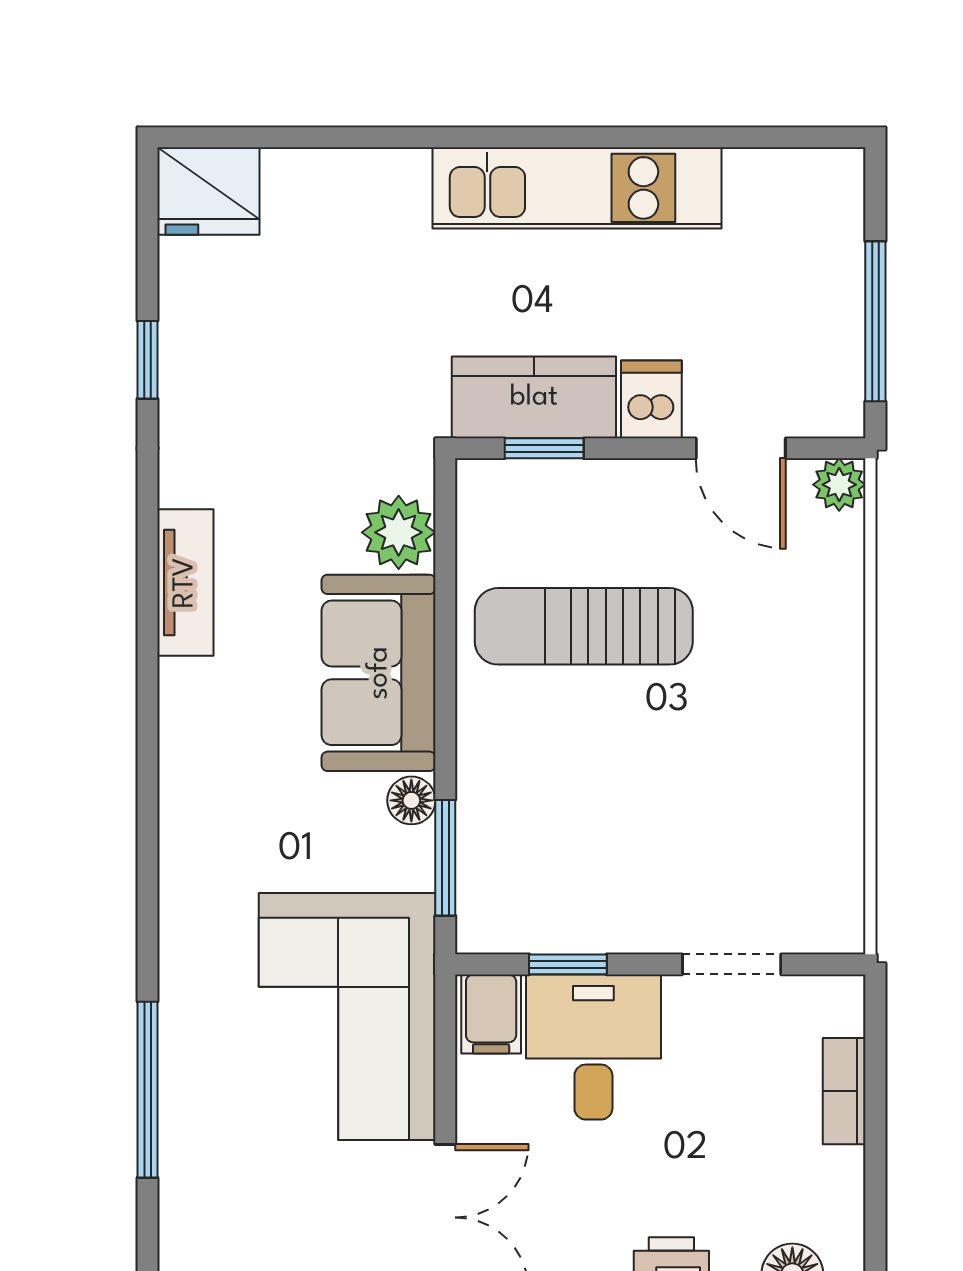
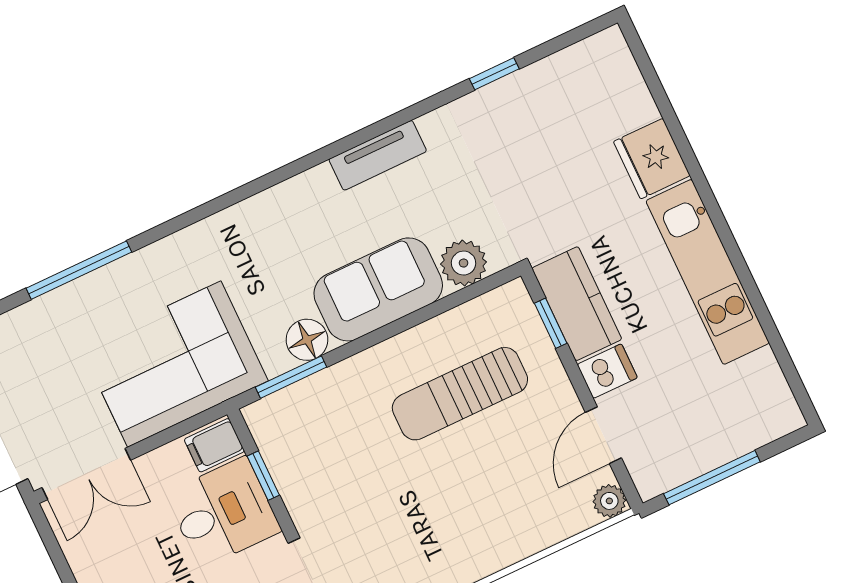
fridge: (208, 191) -> (652, 159), moved
sun lounger: (584, 626) -> (460, 394), turned -90
floor lamp: (411, 800) -> (307, 340), width x1.37, depth x1.37

